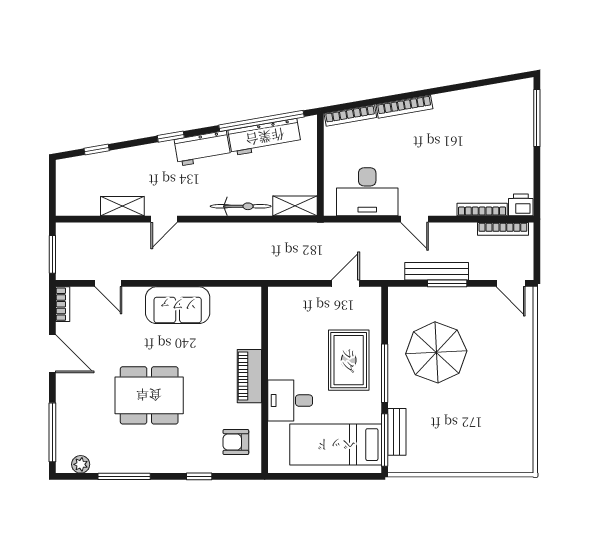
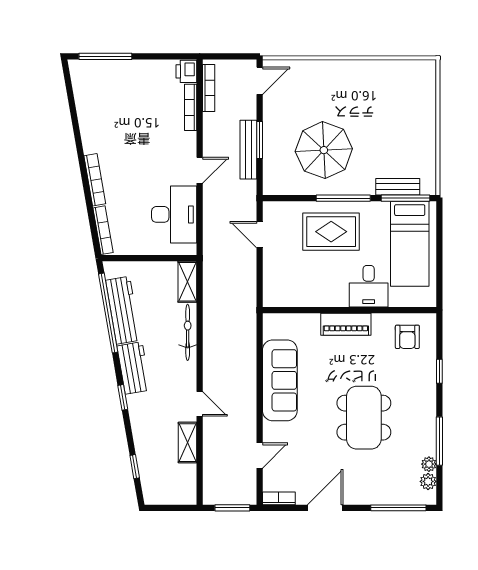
sofa: (178, 305) -> (280, 380), width x1.36
plant: (99, 465) -> (429, 464), added

